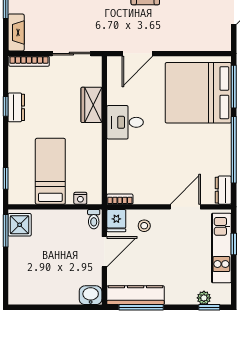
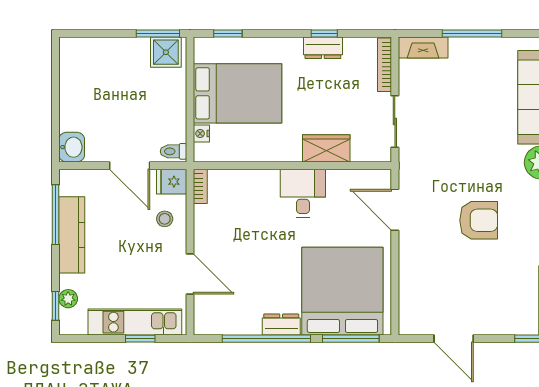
bed: (50, 171) -> (237, 93), width x1.50
dresser: (223, 190) -> (281, 325), moved
kitchen counter: (136, 295) -> (72, 235), moved

